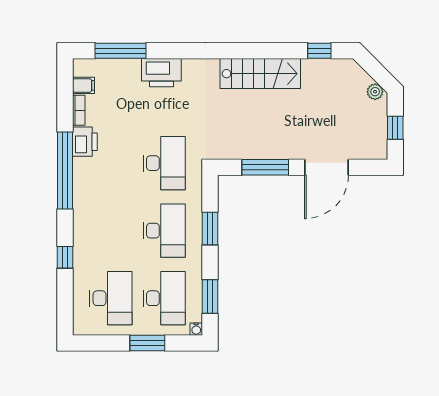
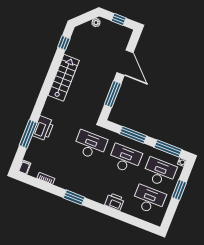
window: (120, 51) -> (28, 134), moved
filing cabinet: (84, 85) -> (25, 167), moved
printer: (85, 142) -> (115, 202), moved
window: (65, 171) -> (74, 198), width x0.47
window: (210, 228) -> (133, 135), width x1.44
window: (65, 257) -> (119, 215), removed
window: (210, 297) -> (168, 148), width x1.44

